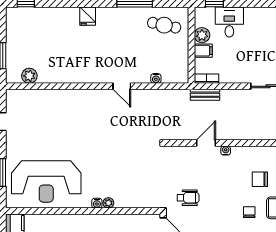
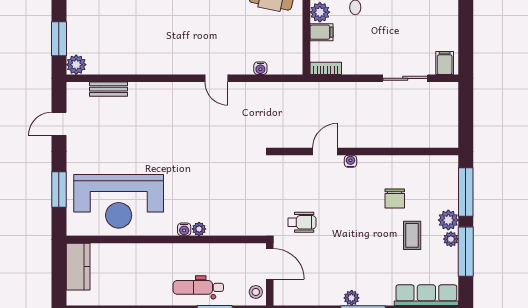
plant: (29, 76) -> (76, 65), moved
bench: (205, 95) -> (108, 89), moved
chair: (260, 179) -> (395, 198), turned -90
chair: (249, 212) -> (381, 241), removed

